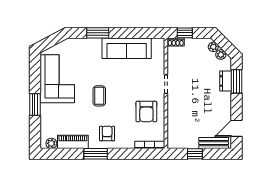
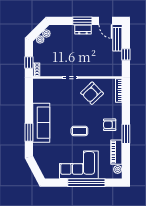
sofa: (127, 48) -> (41, 123), moved
corner sofa: (57, 79) -> (79, 165), moved
dresser: (226, 81) -> (83, 30), moved
window: (237, 81) -> (82, 21), moved
window: (35, 105) -> (86, 183), width x2.11
armchair: (146, 112) -> (92, 93), turned 136

